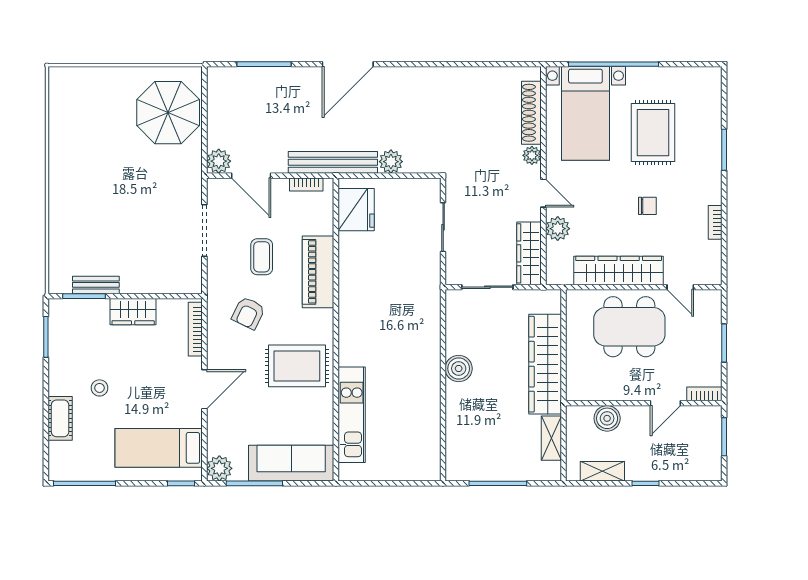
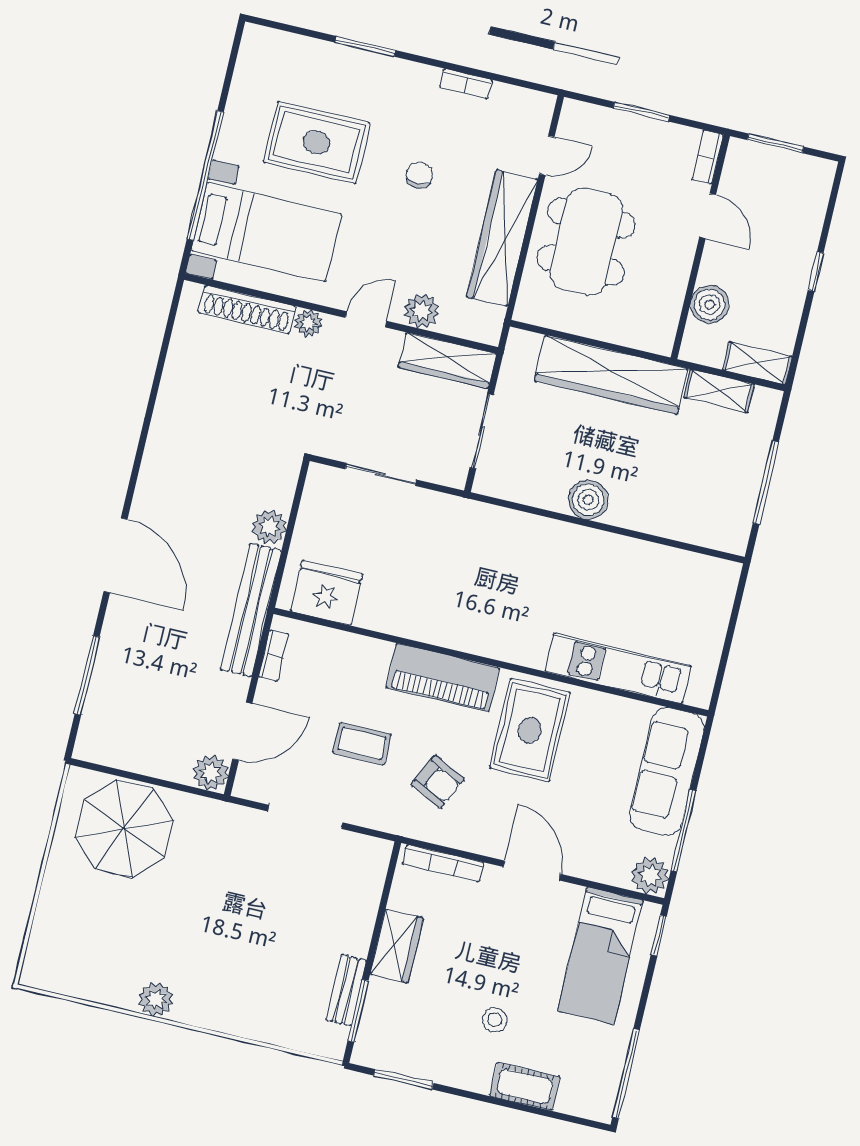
plant: (60, 160) -> (156, 999), added
piano: (318, 272) -> (443, 678), moved
shelving: (602, 471) -> (757, 363), moved, turned 90

